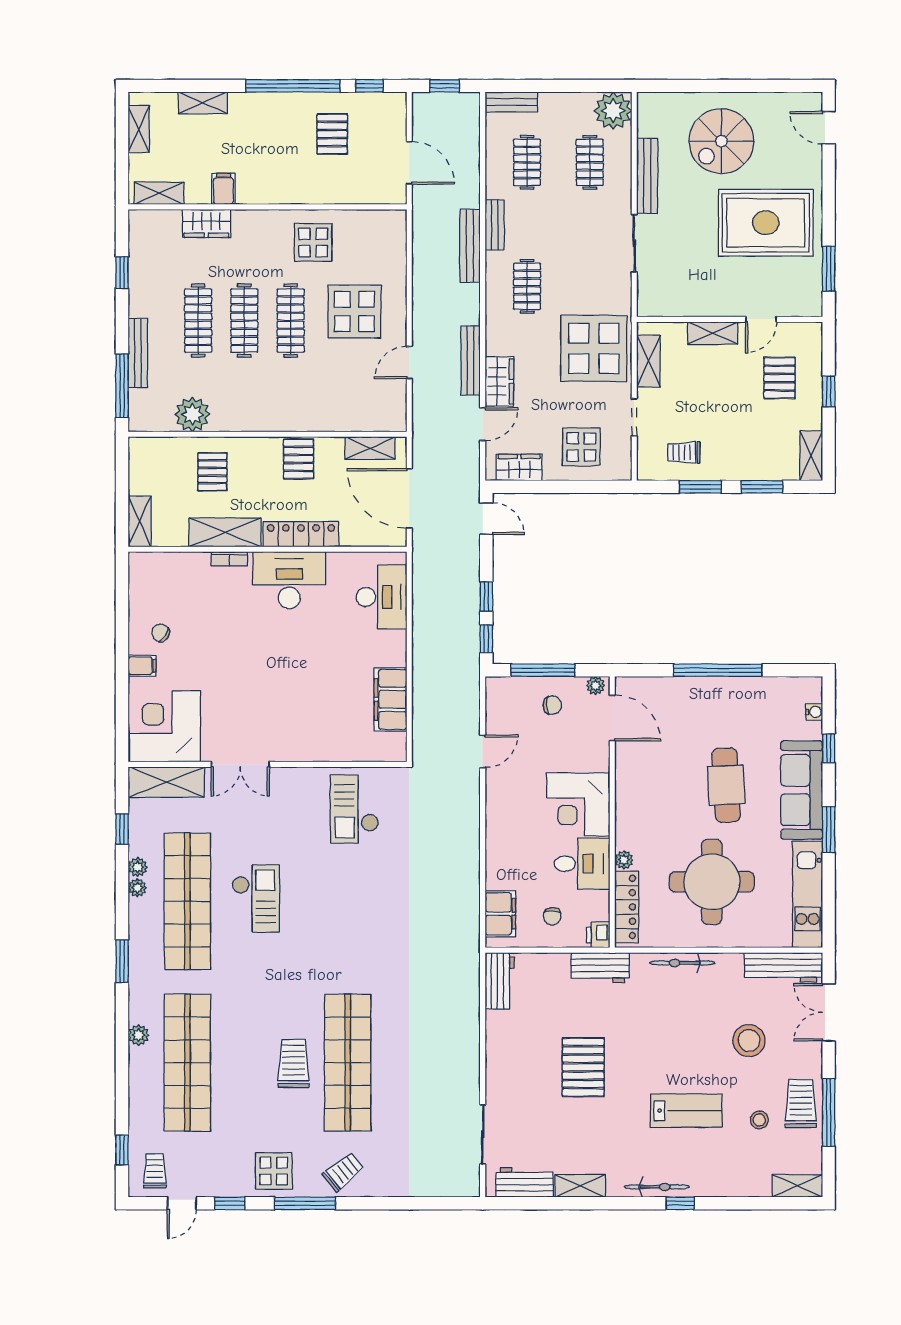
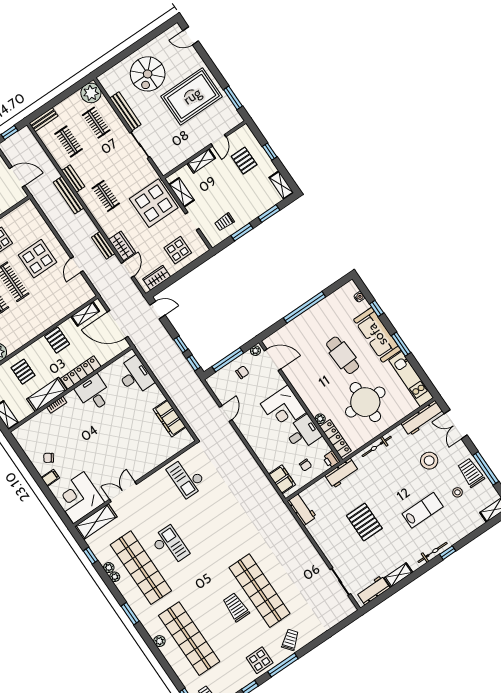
bench: (471, 361) -> (103, 245), width x0.73
desk: (289, 580) -> (94, 393), width x0.73
double door: (240, 764) -> (123, 492), swing flipped

